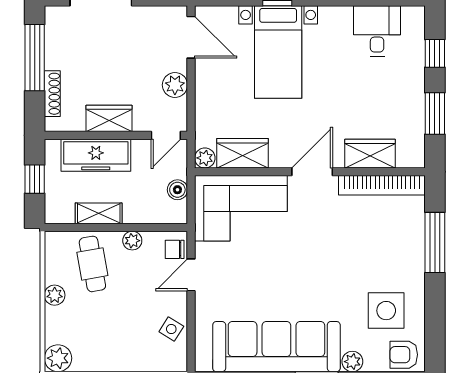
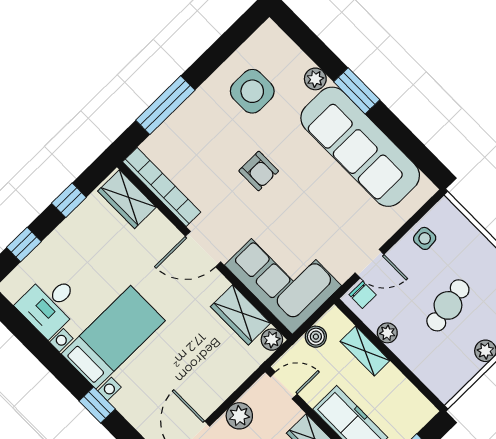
bed with nightstands: (278, 52) -> (113, 337), moved
window: (435, 114) -> (69, 200), width x0.67
wardrobe: (370, 154) -> (127, 199), moved
shelving: (99, 213) -> (365, 351), moved
cafe table: (92, 264) -> (448, 305), moved
side table: (171, 329) -> (425, 238), turned -37
armchair: (404, 355) -> (259, 171), moved

